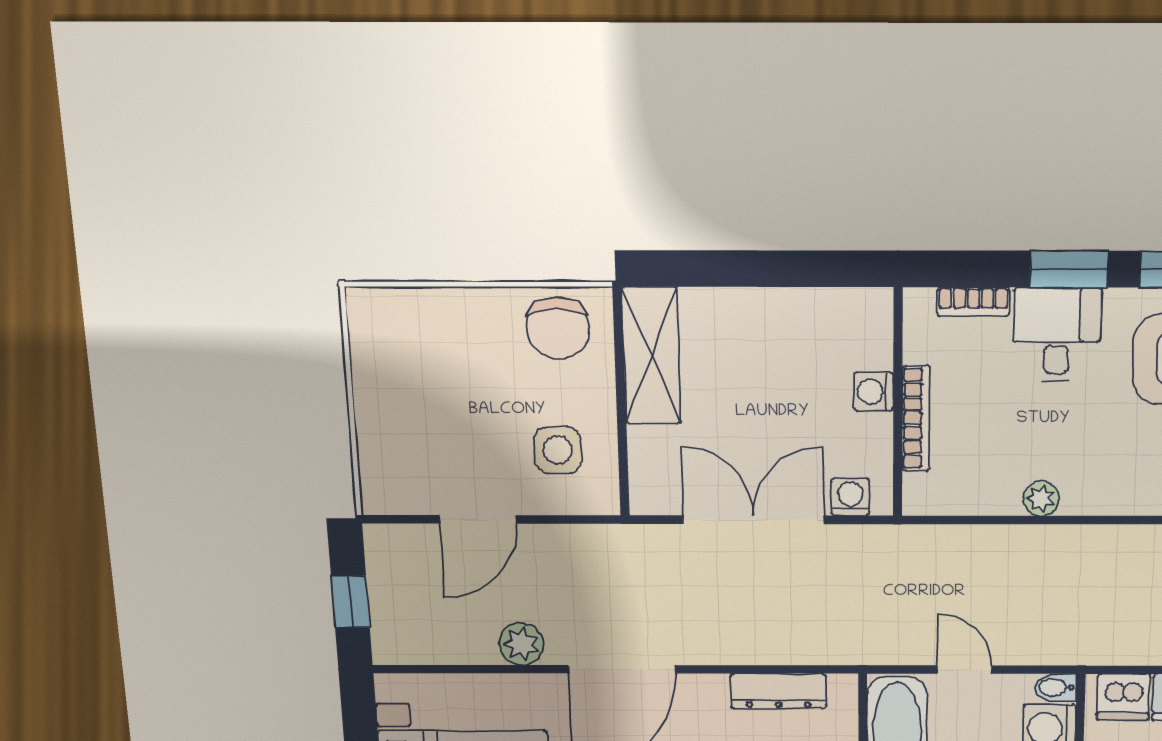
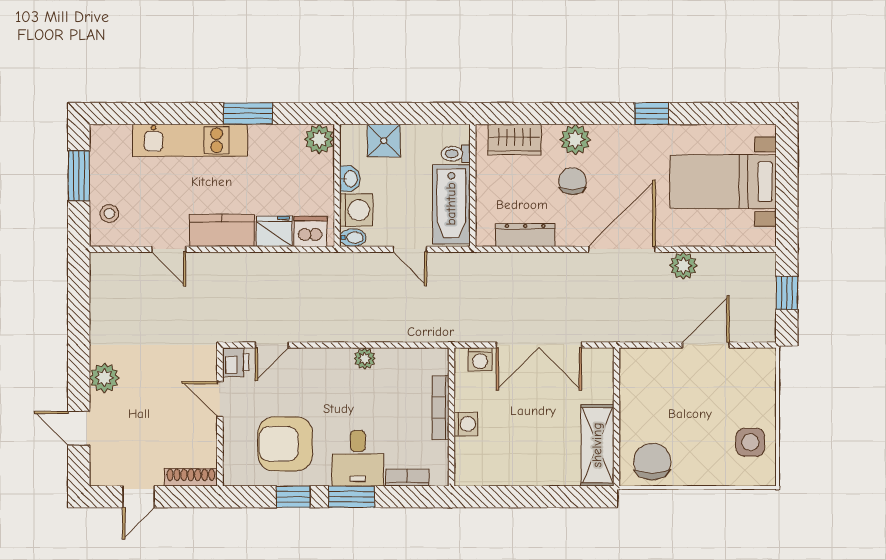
side table: (558, 450) -> (750, 442), moved

